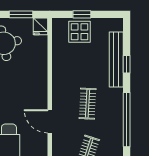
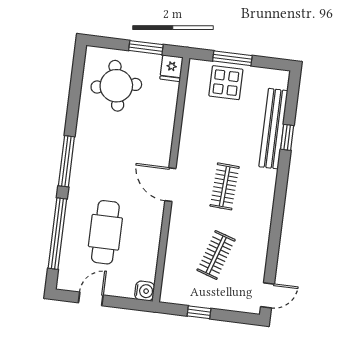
window: (82, 14) -> (232, 58), width x1.50
window: (127, 120) -> (277, 216), removed
door: (50, 121) -> (170, 185), moved

